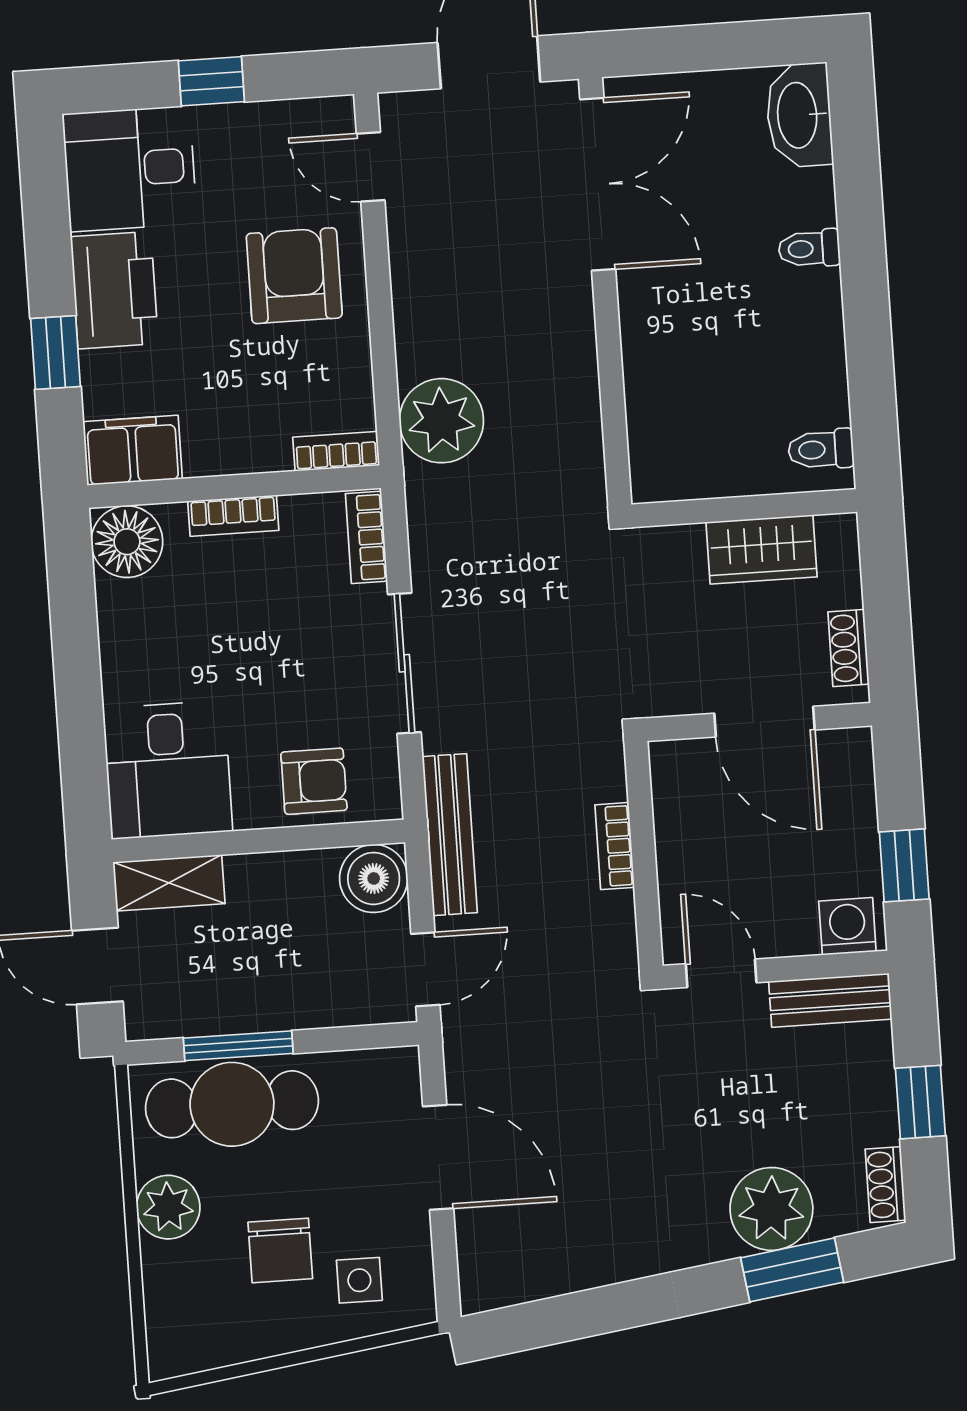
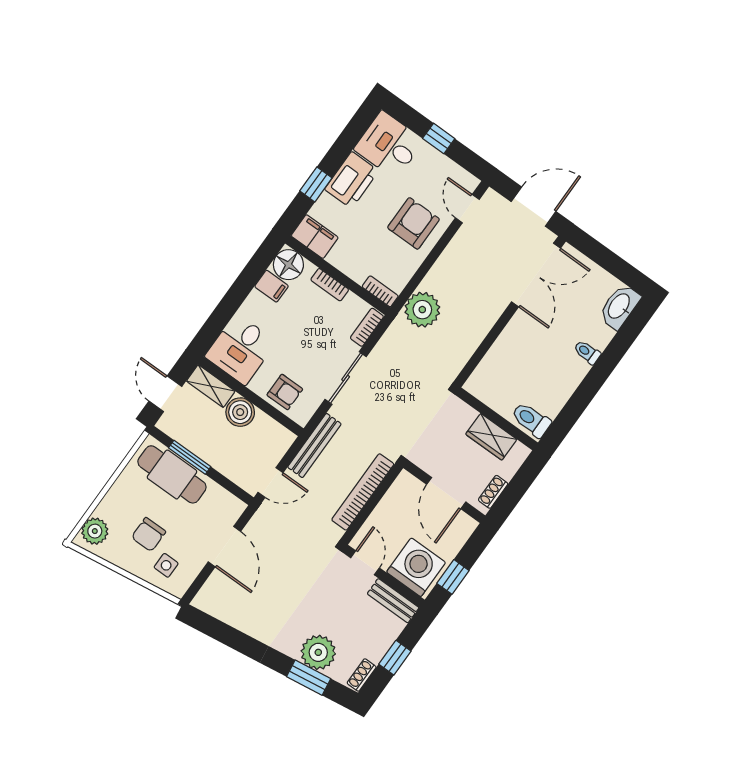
toilet: (821, 449) -> (531, 420), width x1.37, depth x1.39
filing cabinet: (129, 607) -> (272, 286), added
bookcase: (615, 846) -> (363, 492), width x2.31, depth x1.31
boiler: (374, 878) -> (240, 412), moved
washing machine: (847, 926) -> (416, 567), width x1.89, depth x1.89
plant: (168, 1207) -> (95, 531), moved

